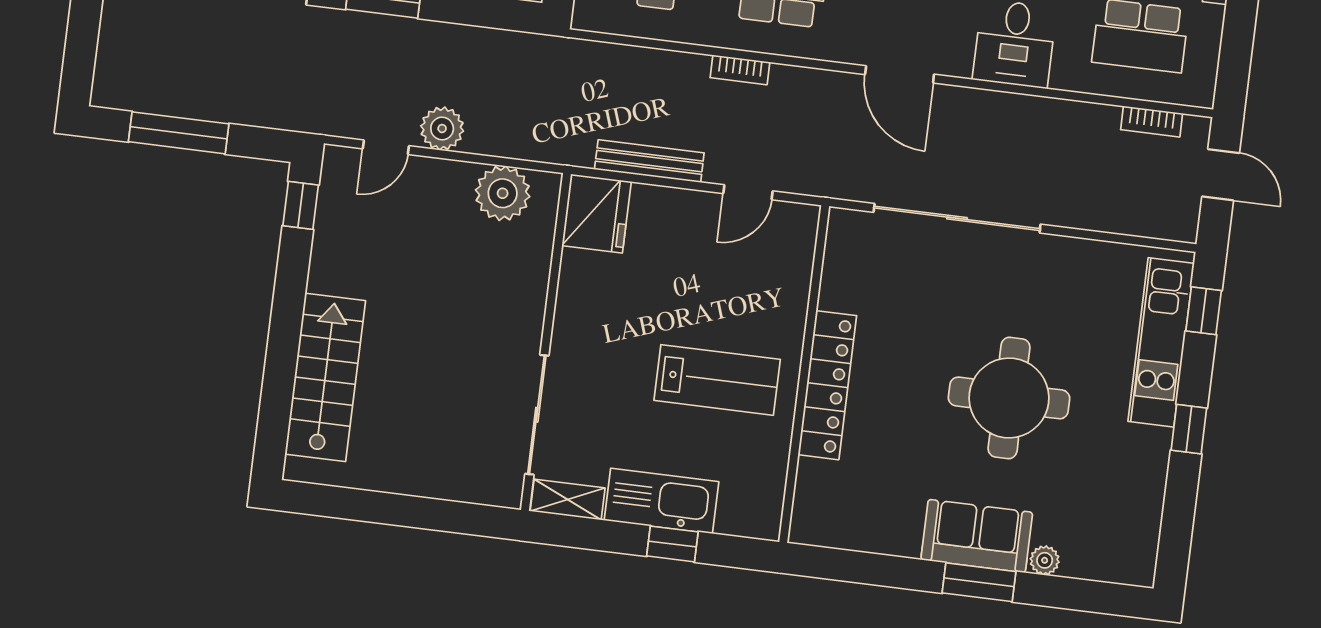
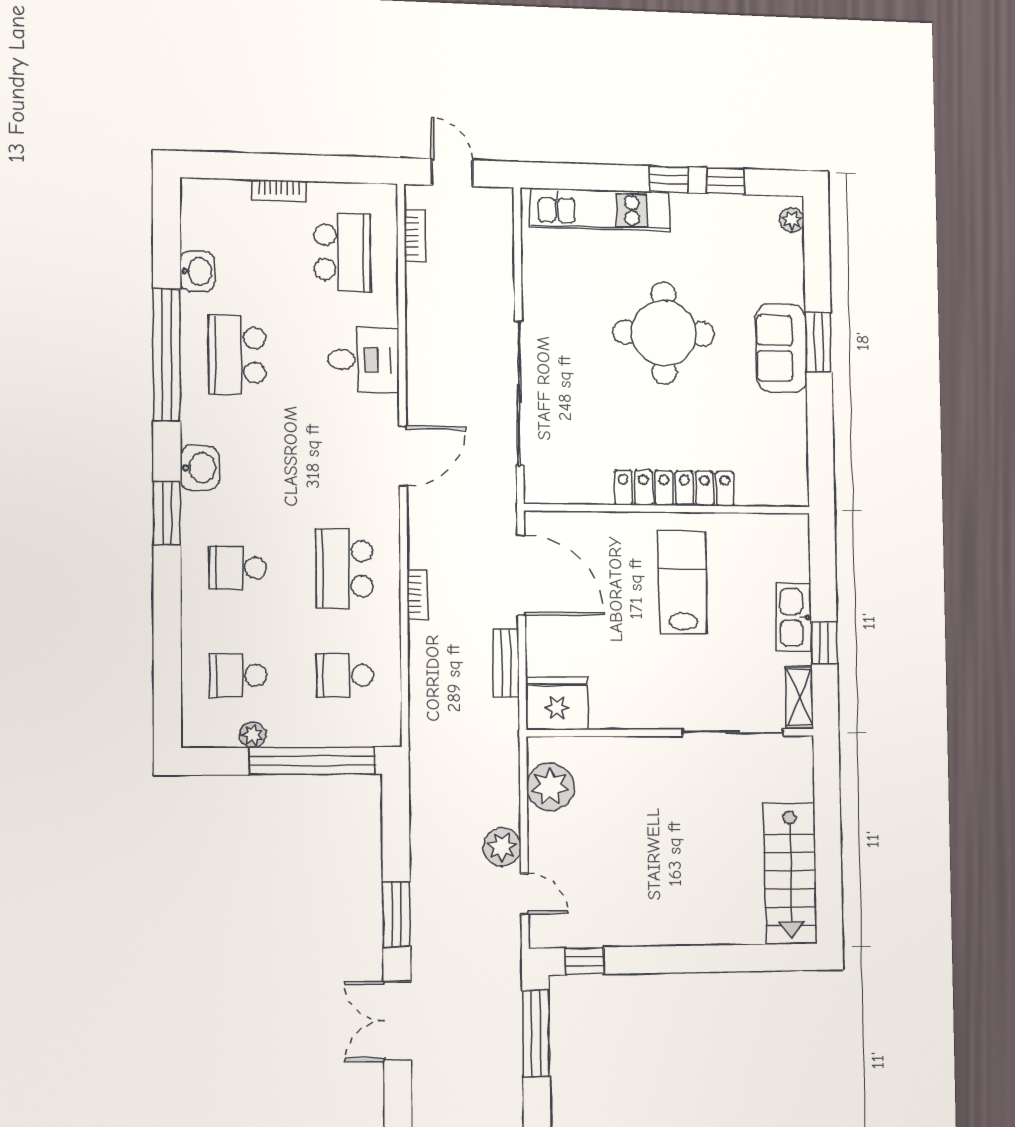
window: (179, 133) -> (536, 1033), moved
bench: (649, 161) -> (506, 663), width x0.73
door: (1221, 175) -> (452, 173), hinge flipped
door: (748, 192) -> (521, 575), width x1.88
window: (1204, 311) -> (725, 181), moved
stairs: (325, 377) -> (790, 874), moved, turned -90
kitchen sink: (661, 501) -> (794, 617), width x0.73, depth x0.81
window: (672, 544) -> (824, 643), moved
plant: (1045, 560) -> (792, 220), moved

